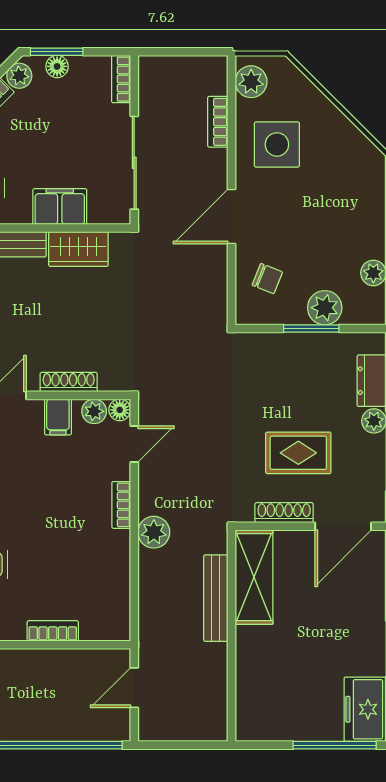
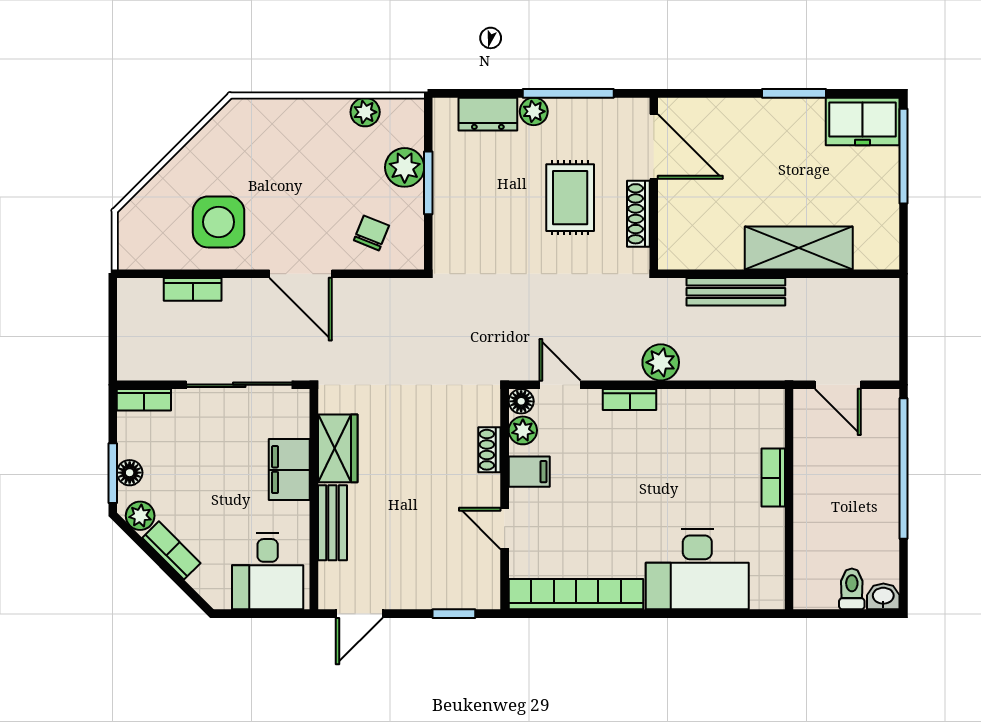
plant: (251, 82) -> (147, 251), removed
shoe rack: (69, 382) -> (489, 450), width x0.70
shelving: (254, 577) -> (799, 248), moved

